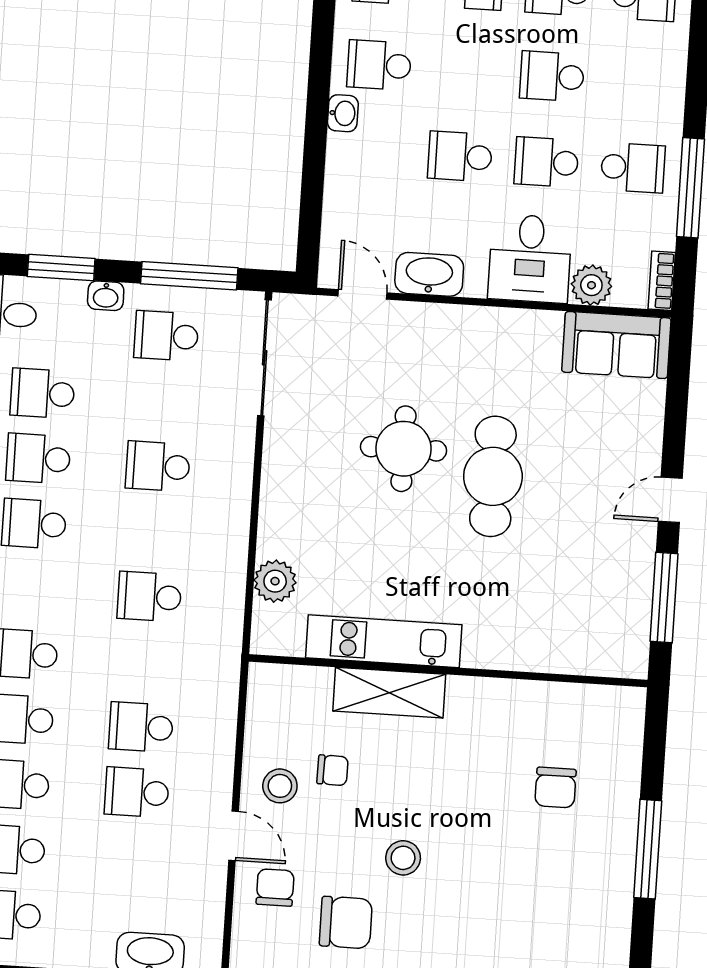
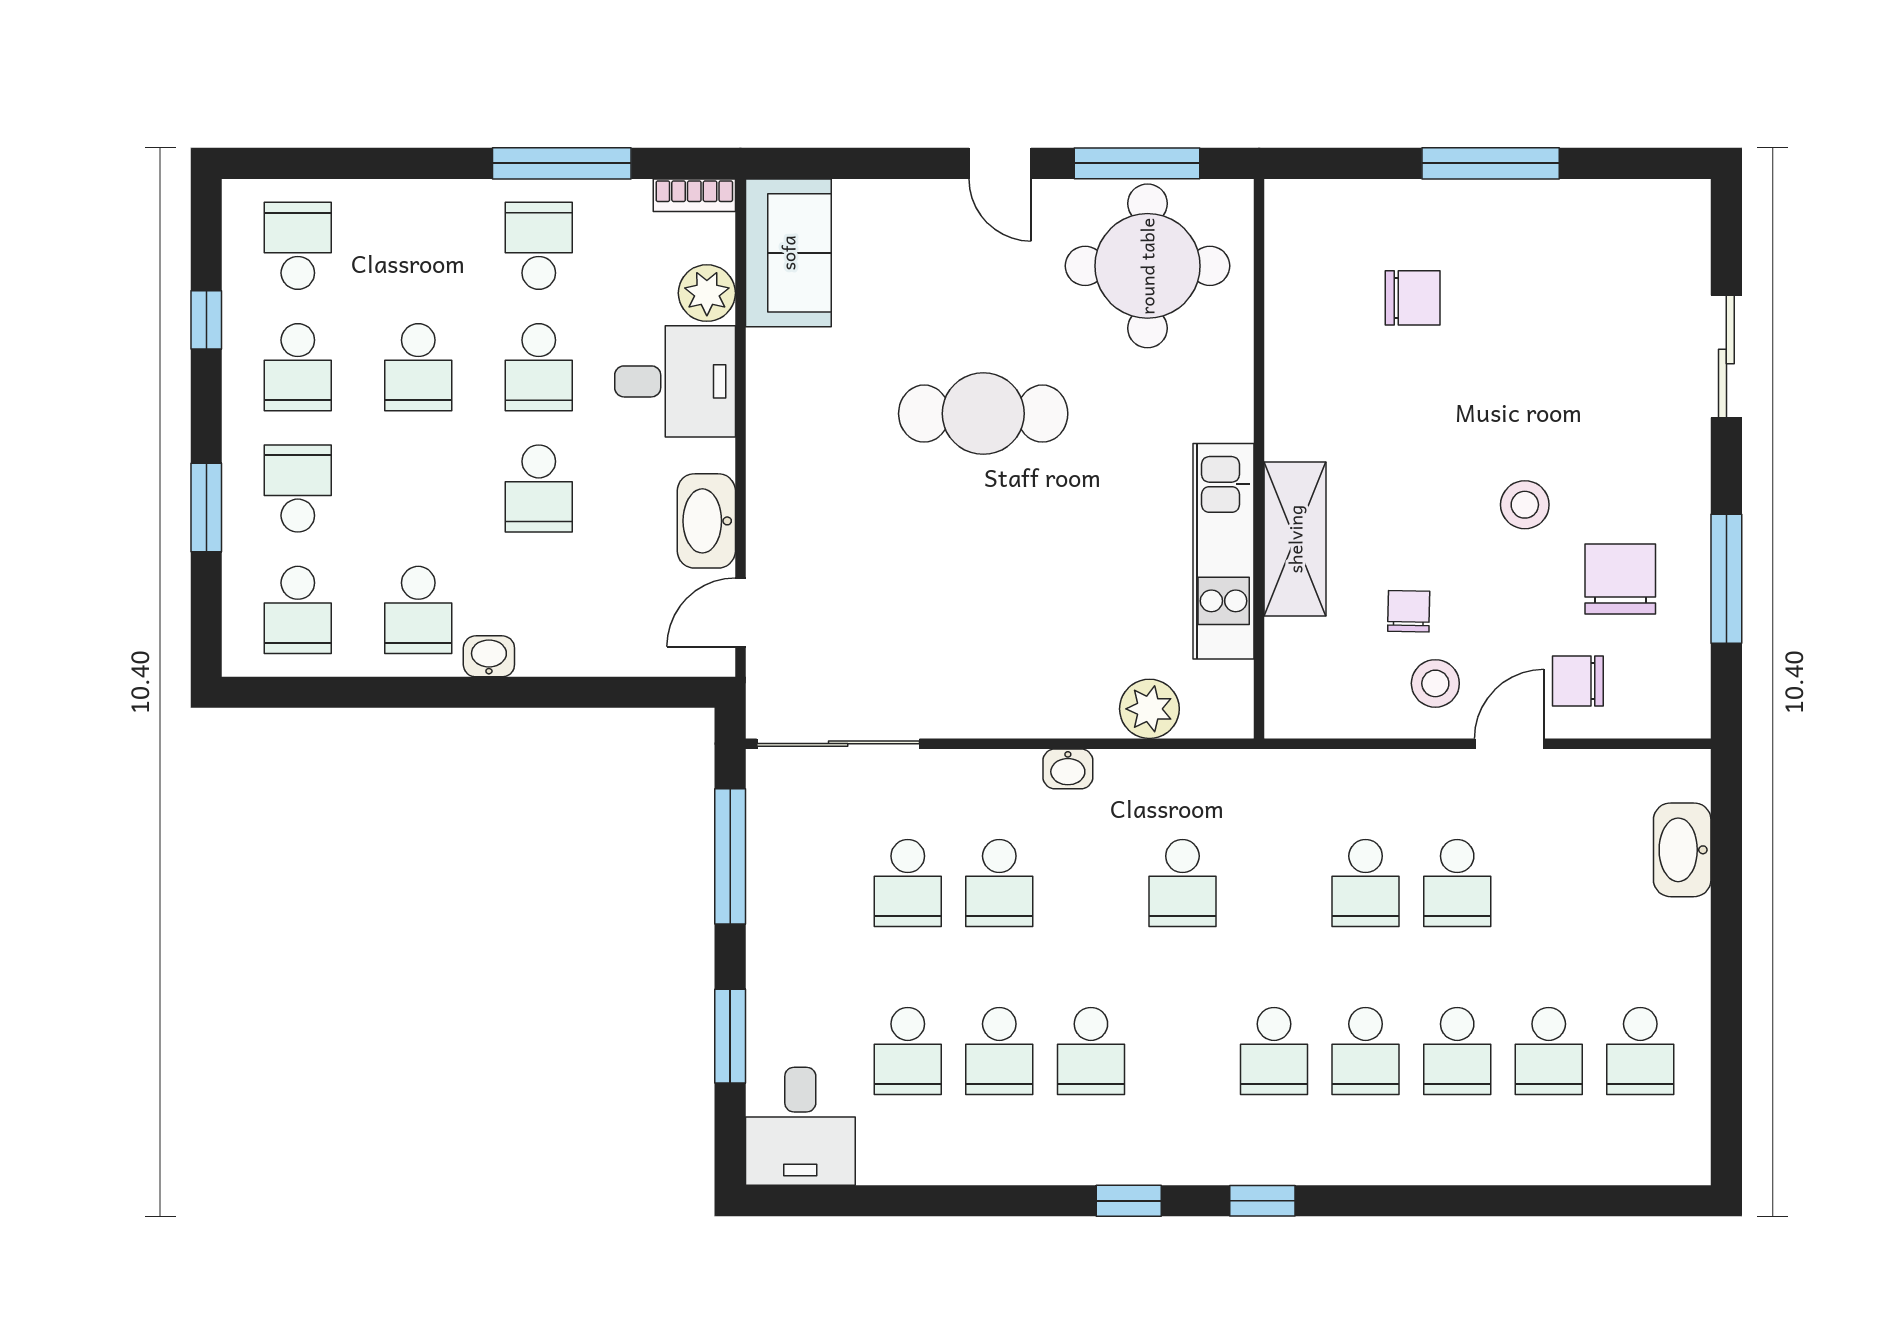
washbasin: (106, 296) -> (1068, 769), moved, turned 90
school desk: (166, 336) -> (908, 883), moved
round table: (404, 449) -> (1147, 266), moved, width x1.36, depth x1.36

